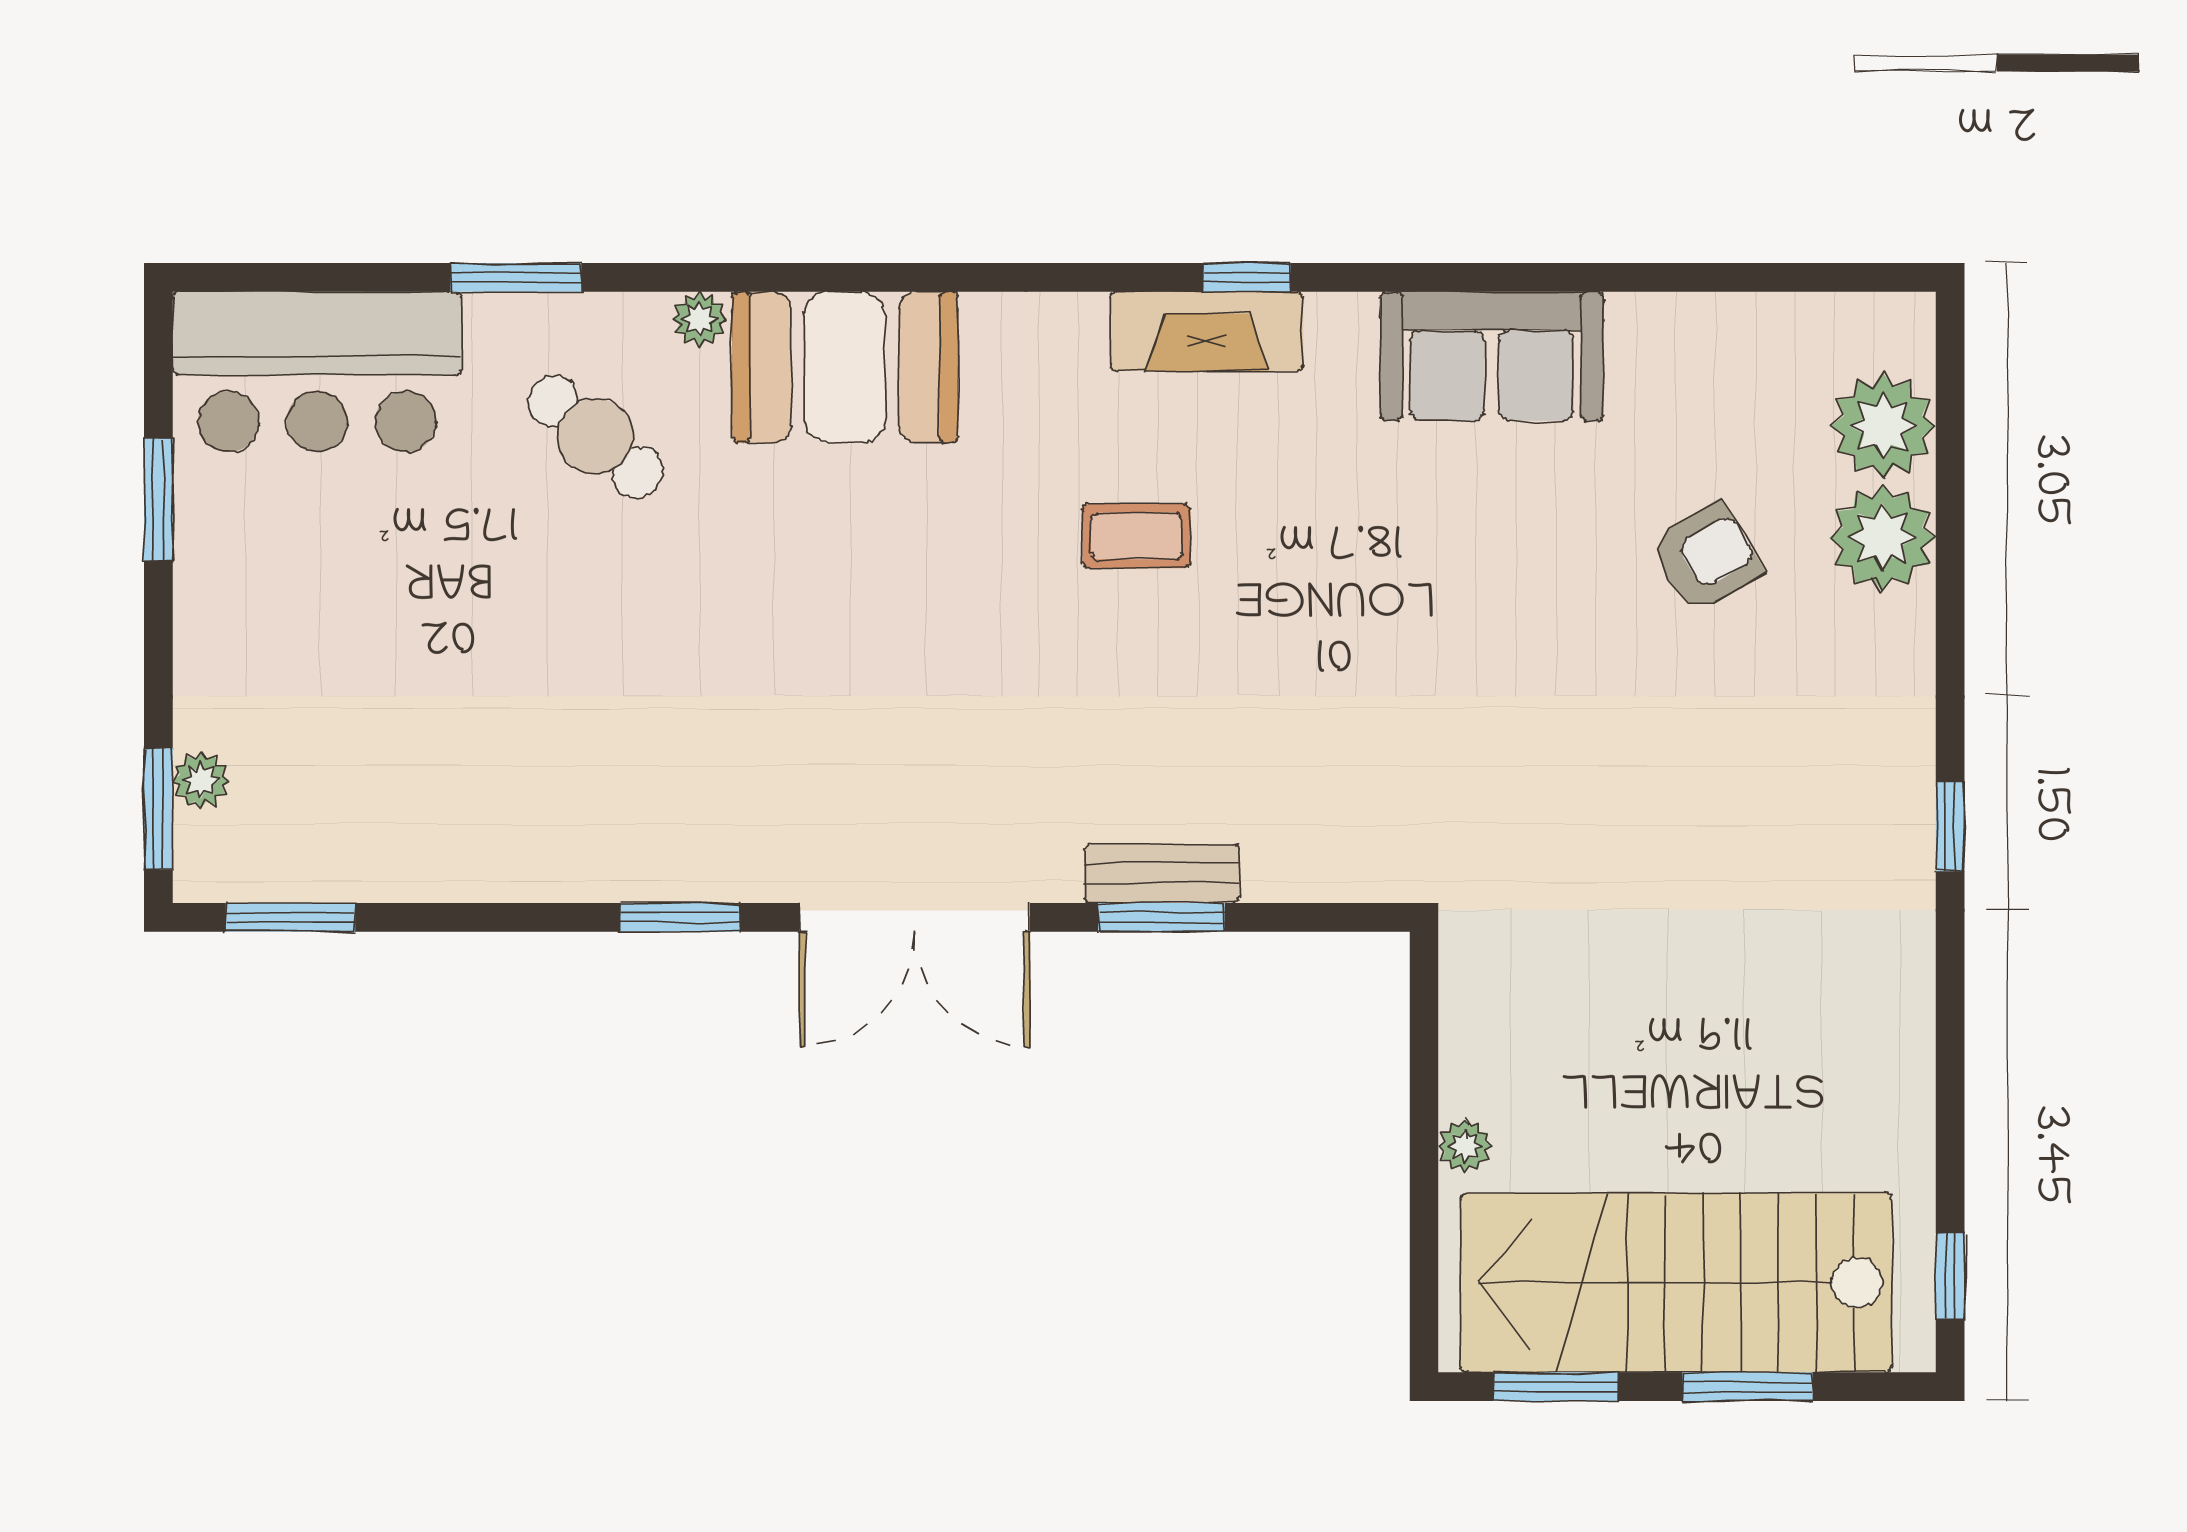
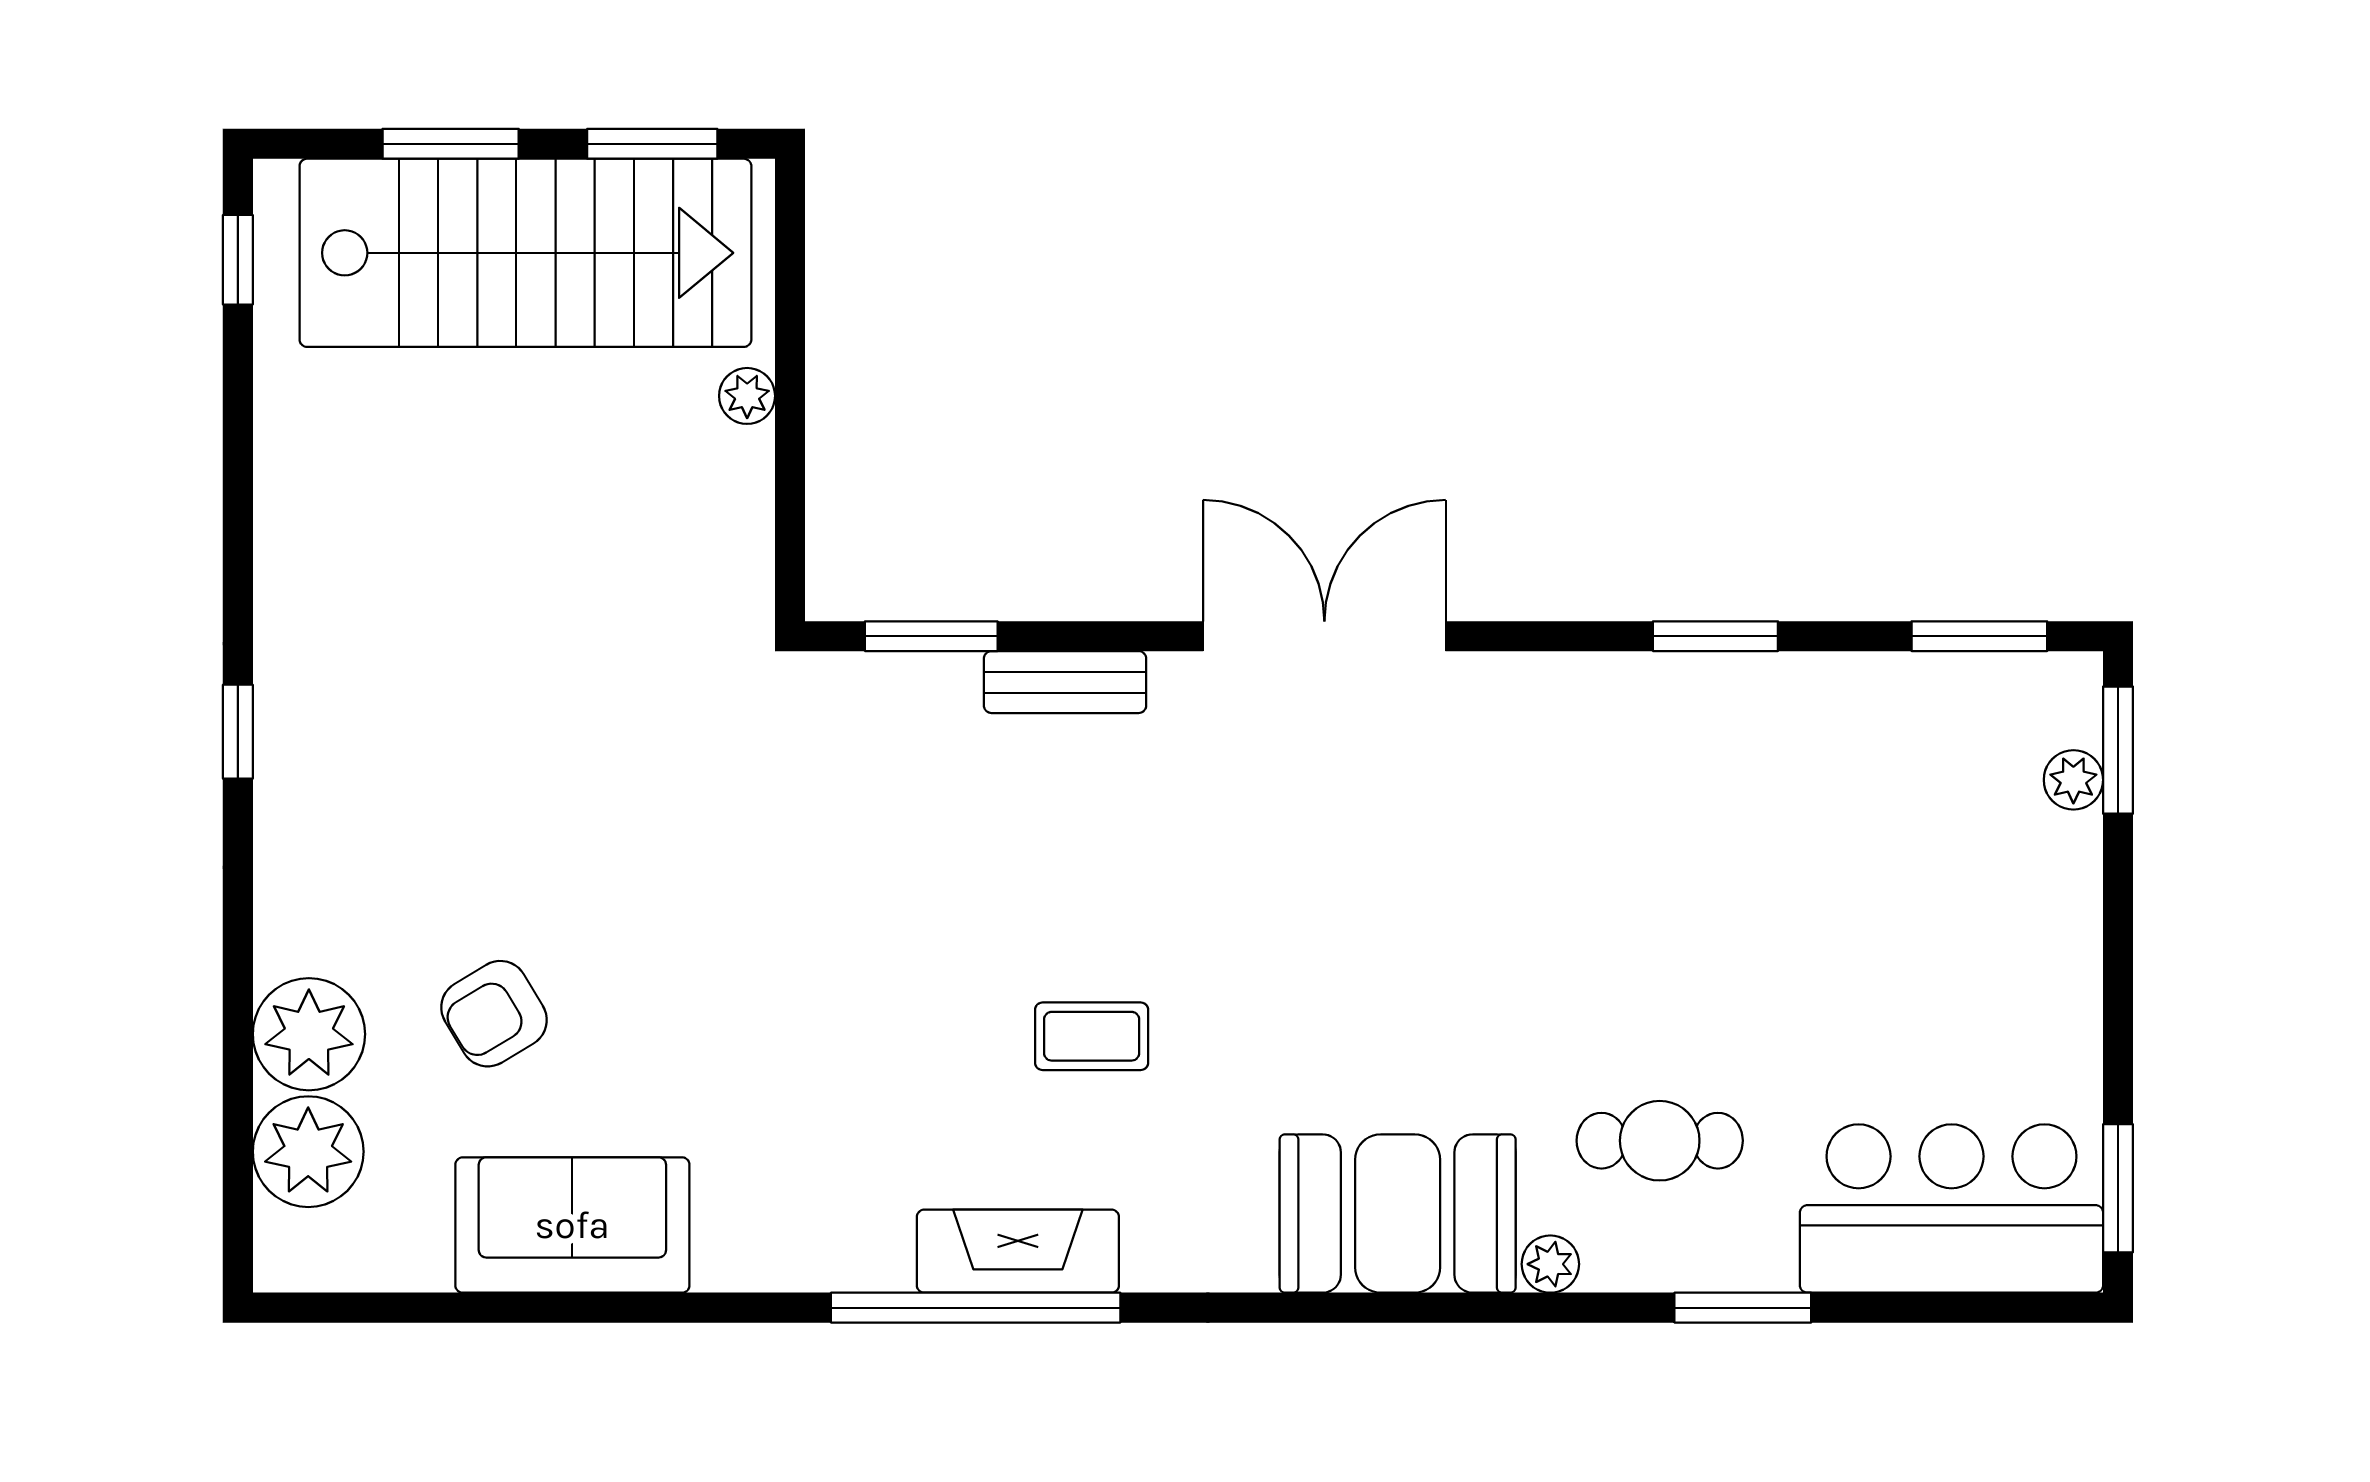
window: (1247, 277) -> (976, 1308), width x3.17
sofa: (1492, 356) -> (572, 1225), moved
cafe table: (595, 436) -> (1660, 1141), turned -40
window: (158, 500) -> (2118, 1188), moved
window: (680, 917) -> (1715, 636), moved
window: (1161, 917) -> (931, 636), moved

